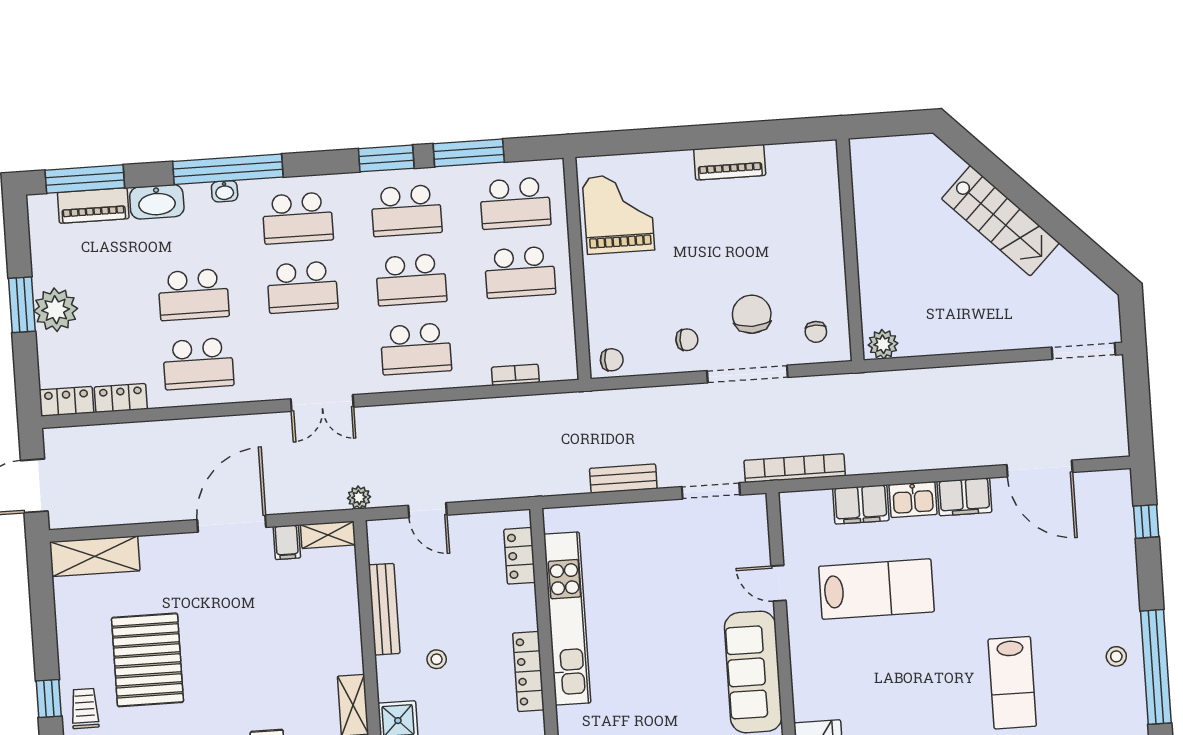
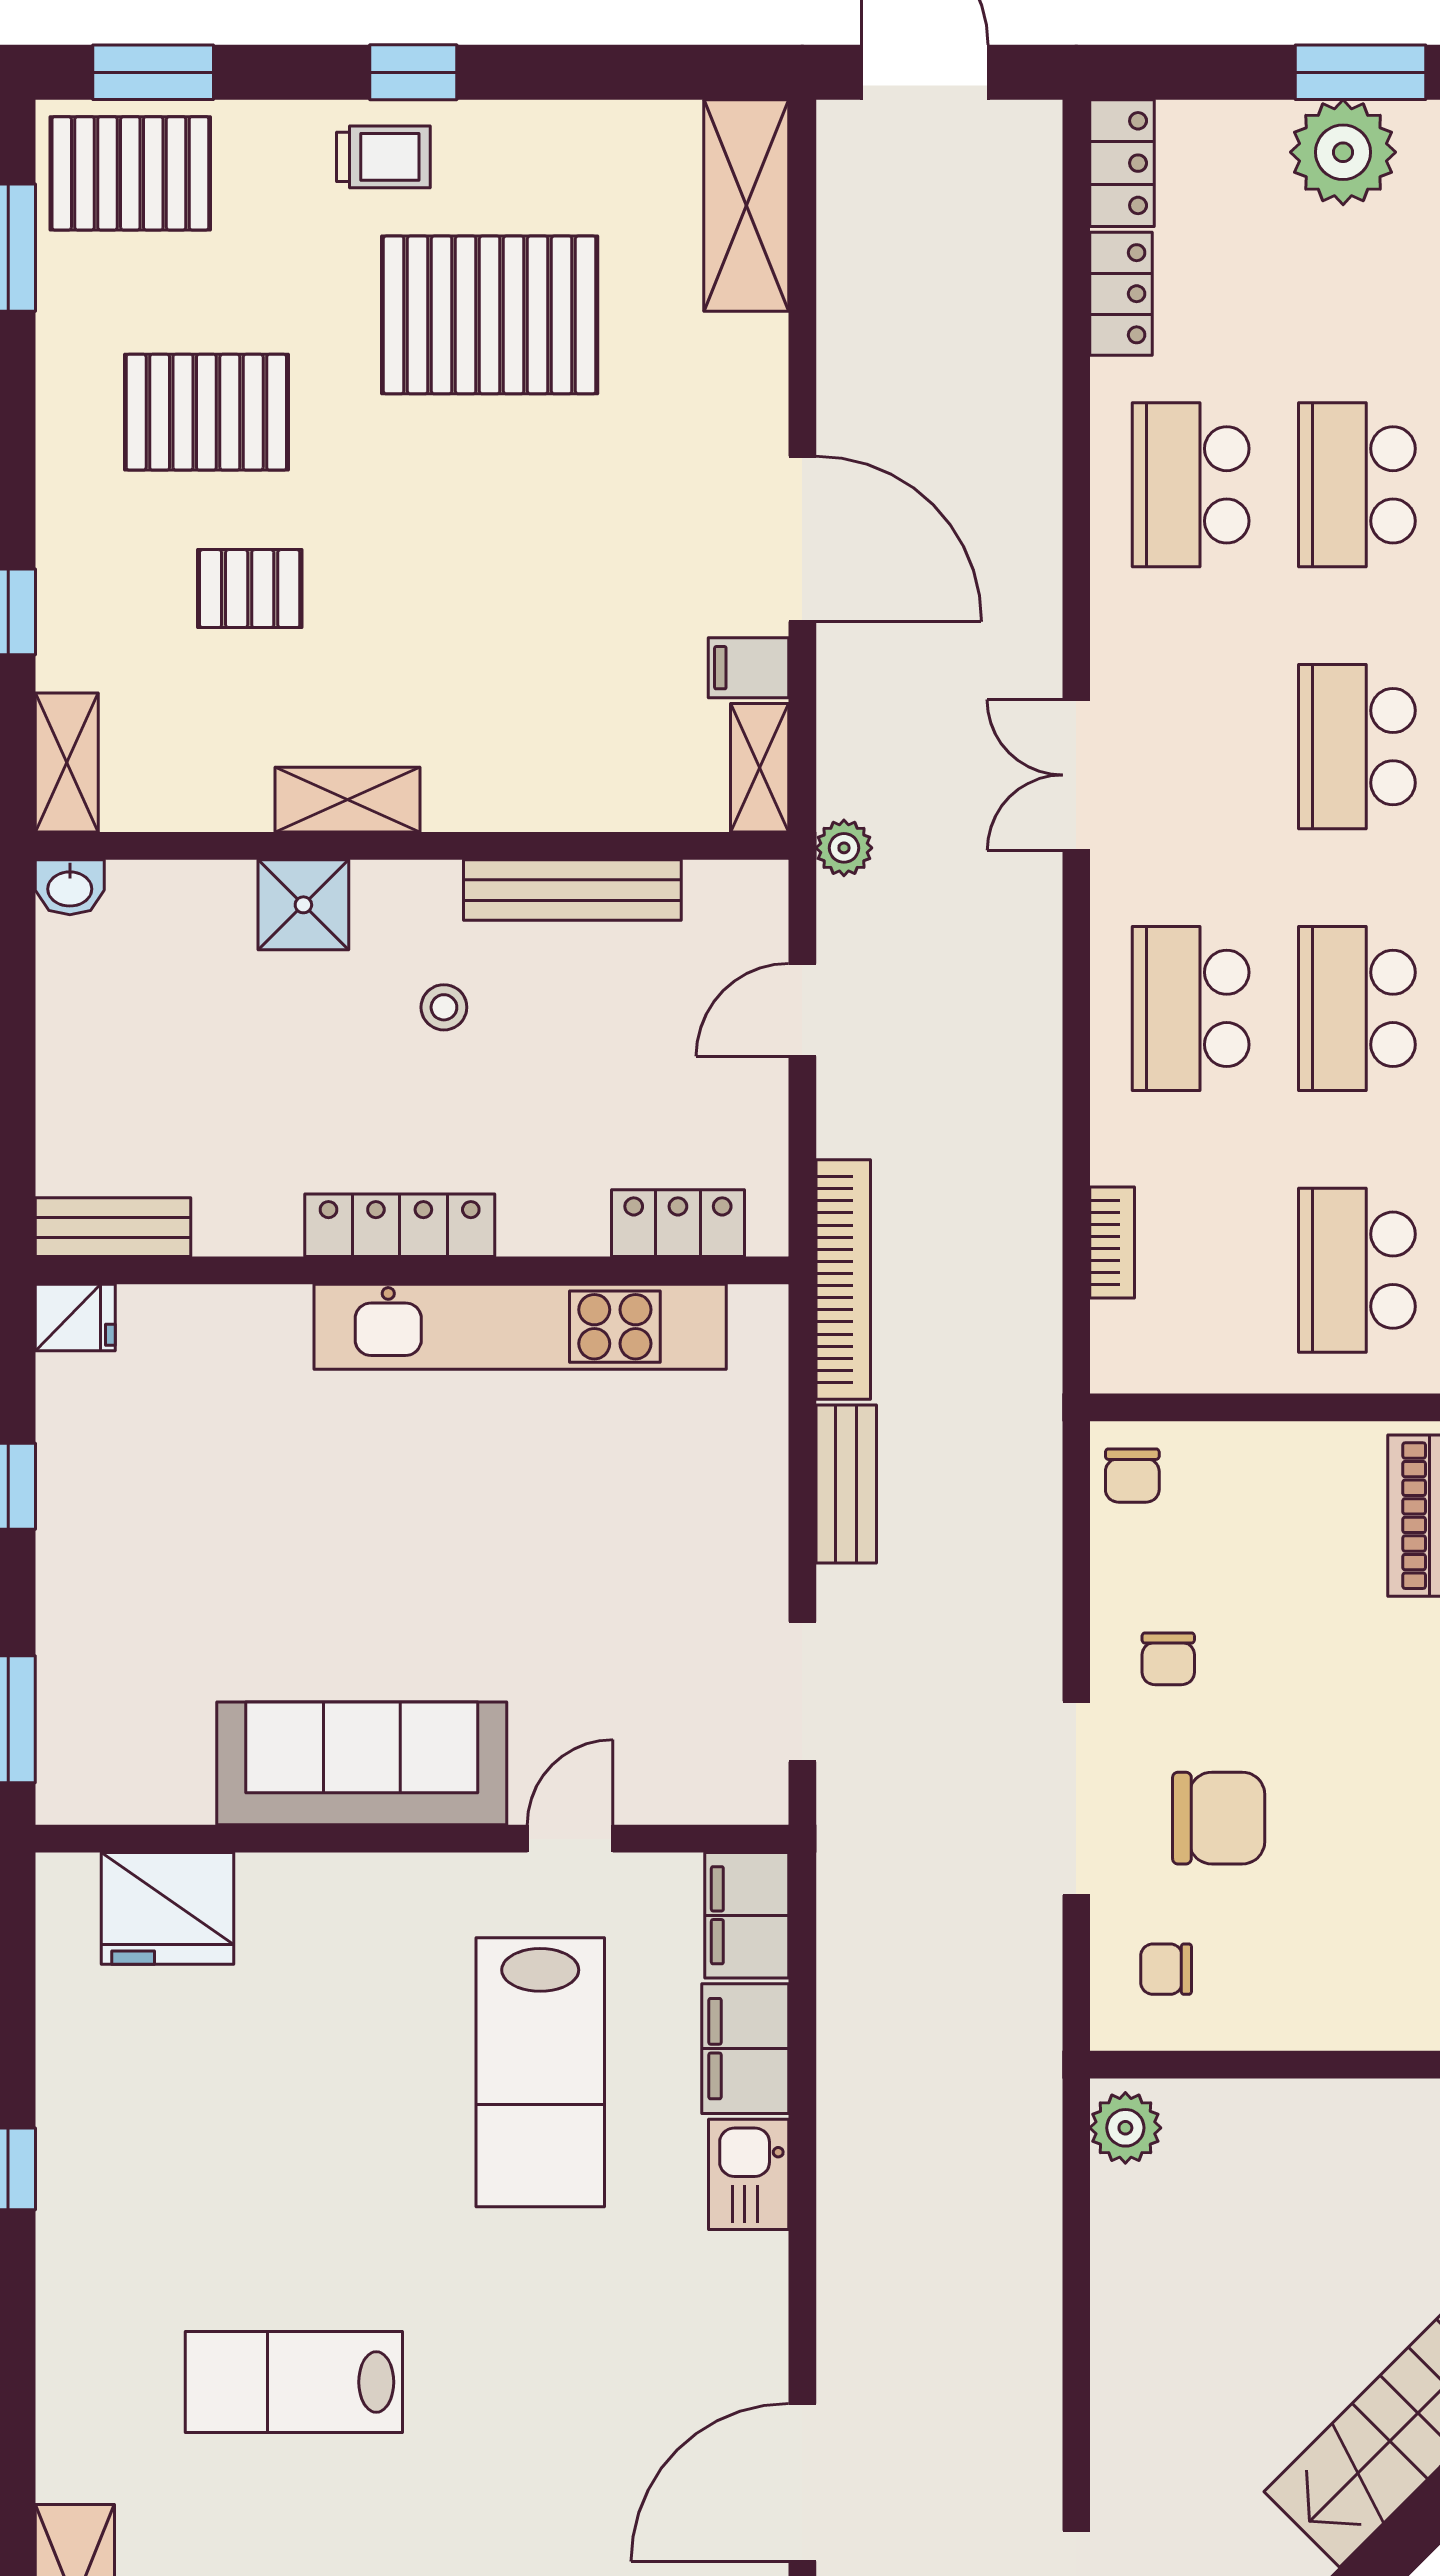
bookcase: (795, 468) -> (843, 1280), moved
filing cabinet: (964, 497) -> (747, 1915), moved

